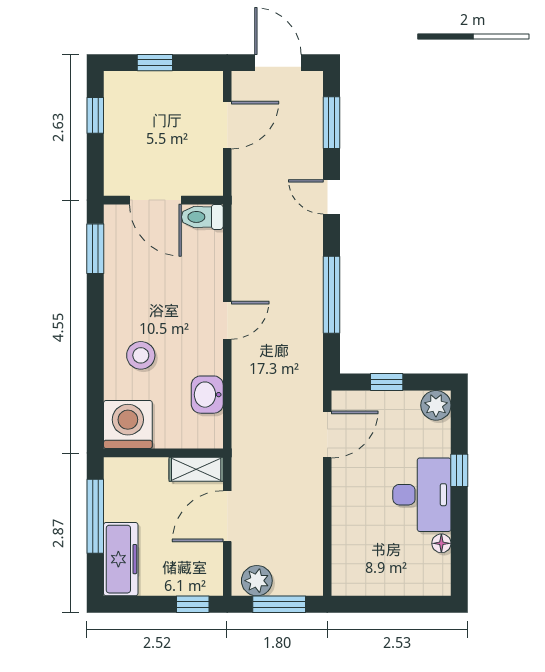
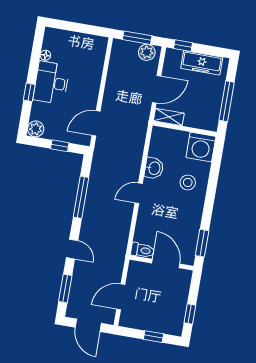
washbasin: (207, 395) -> (154, 168), moved
freezer: (121, 559) -> (202, 63), moved, turned -90

